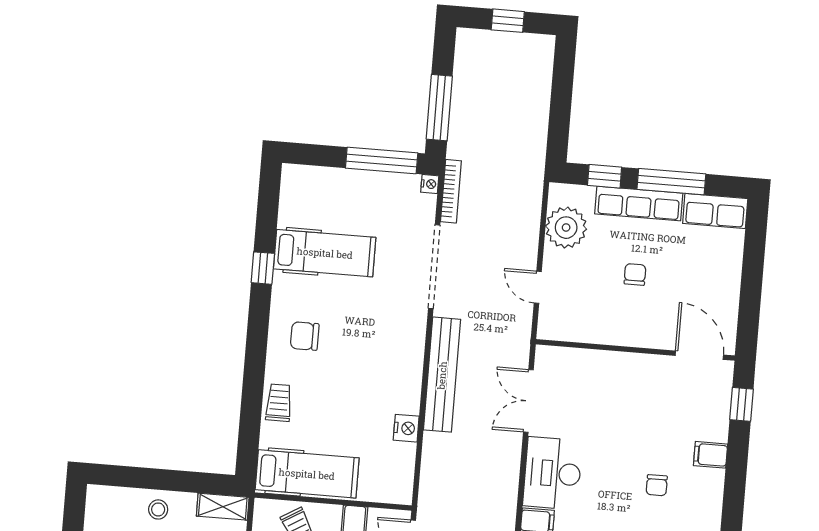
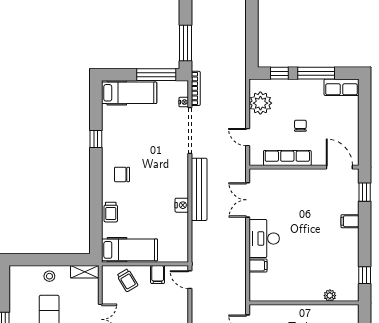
nightstand: (430, 184) -> (184, 102), moved
row of seats: (639, 204) -> (287, 158), moved, turned 180
hospital bed: (325, 253) -> (129, 93), moved
trolley: (279, 403) -> (111, 212), turned 180
nightstand: (406, 428) -> (182, 205), moved
chair: (657, 485) -> (322, 240), removed

